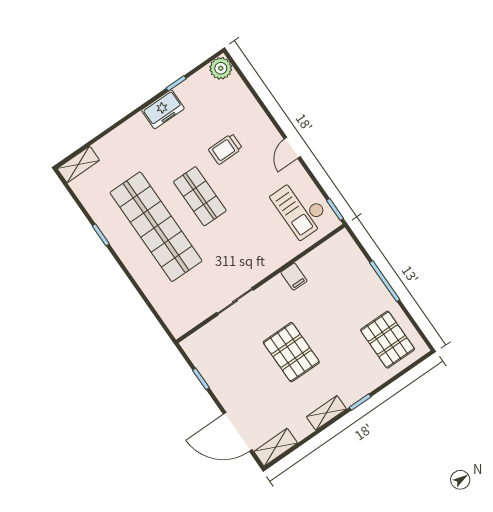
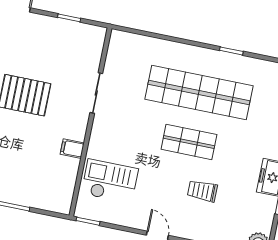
trolley: (225, 149) -> (202, 191), turned -90
checkout: (300, 208) -> (110, 181), moved

